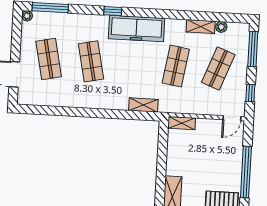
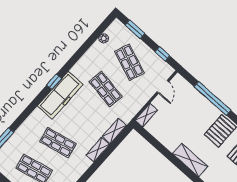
window: (113, 11) -> (54, 82), moved
shelving: (201, 27) -> (98, 150), moved
window: (253, 49) -> (135, 29), width x0.69
door: (232, 118) -> (163, 87), moved

